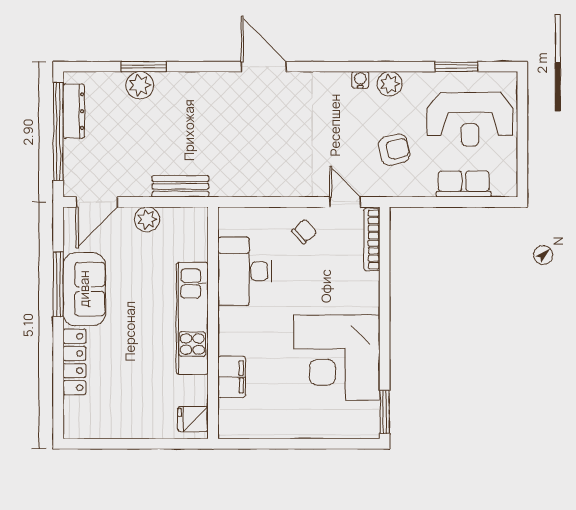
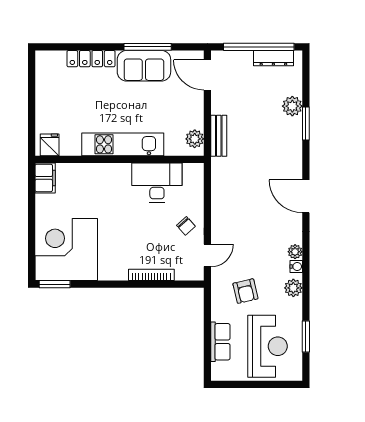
window: (144, 67) -> (306, 124), moved
door: (264, 67) -> (306, 196), swing flipped
plant: (340, 81) -> (295, 252), added
reception desk: (470, 119) -> (268, 346), turned 180
plant: (147, 219) -> (195, 139), moved
bookcase: (372, 239) -> (151, 275), moved
corner desk: (337, 358) -> (66, 250), moved
filing cabinet: (232, 377) -> (45, 178), moved, turned -90

